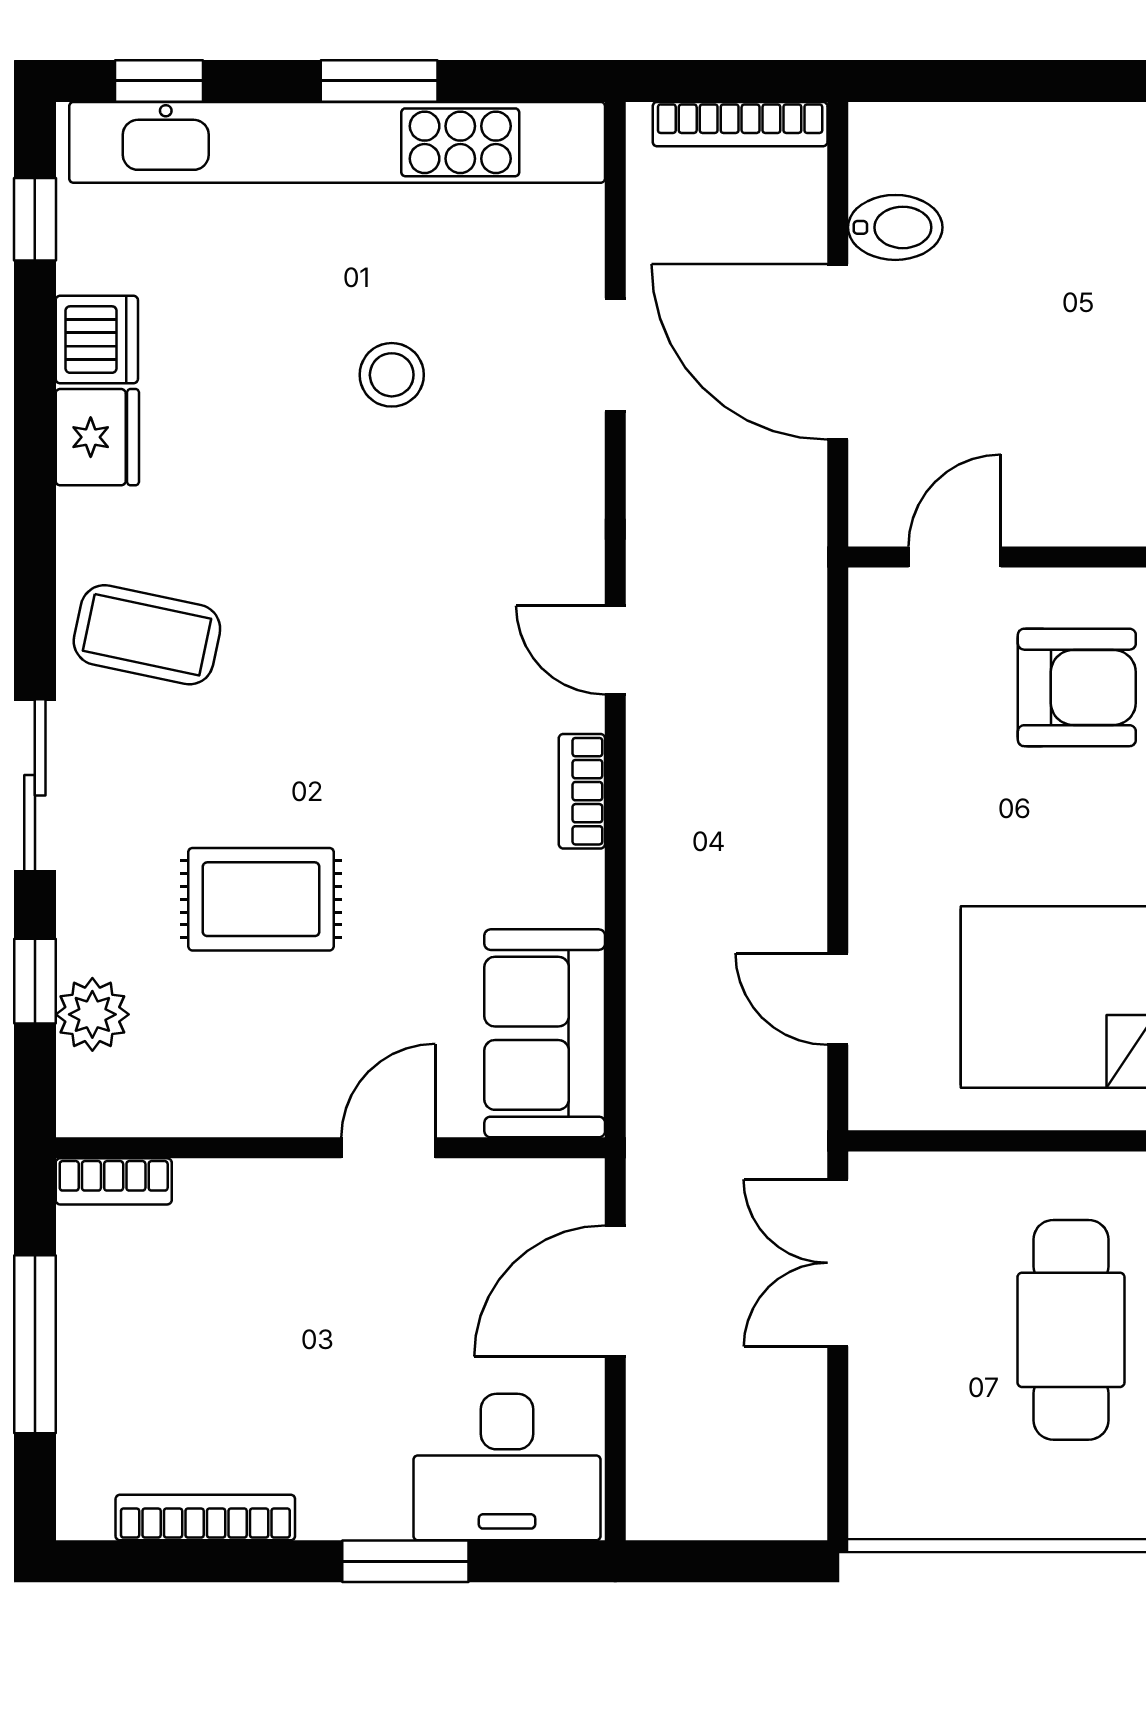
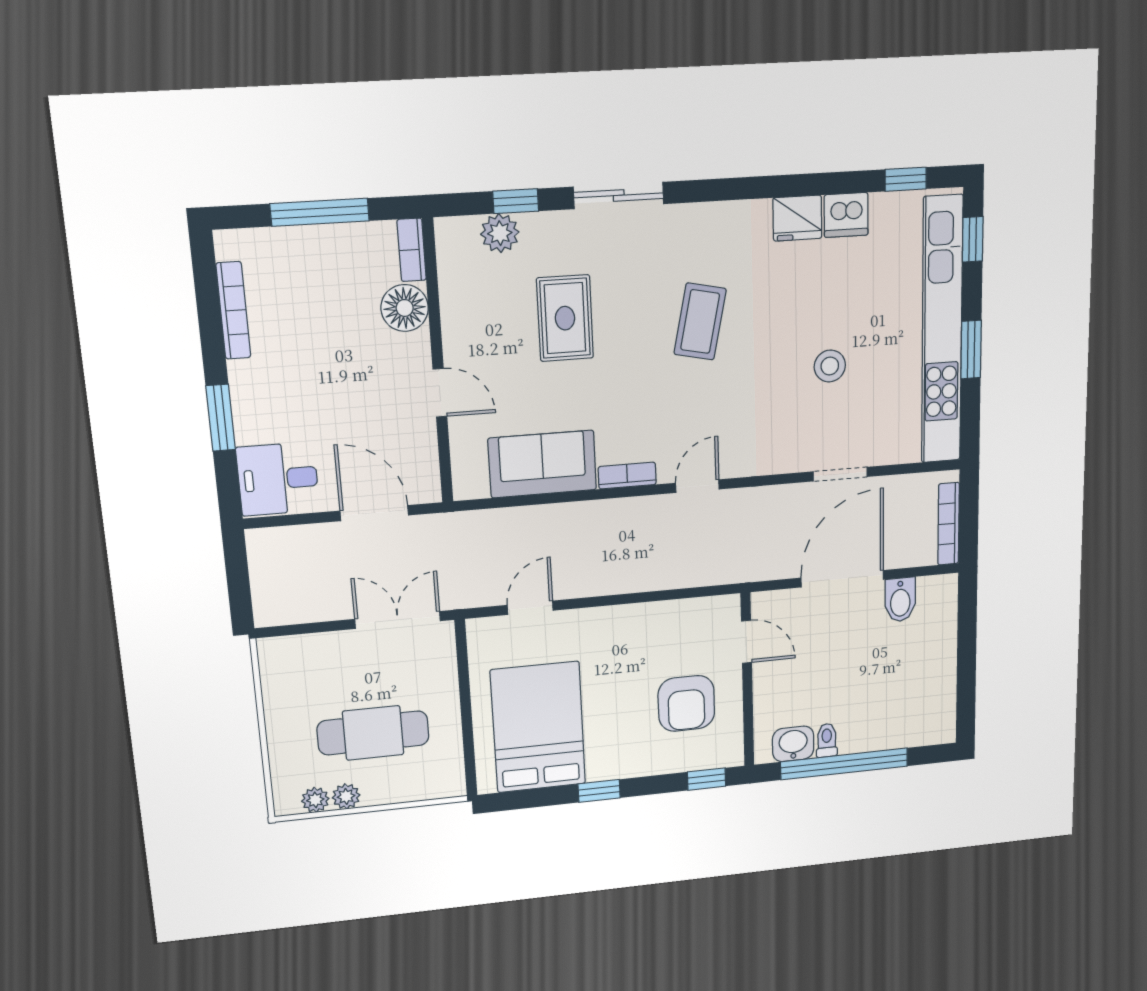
coffee table: (147, 635) -> (700, 322), moved
sofa: (545, 1033) -> (542, 464), moved
floor lamp: (221, 1203) -> (405, 308), added
desk: (507, 1467) -> (278, 479), width x0.73

